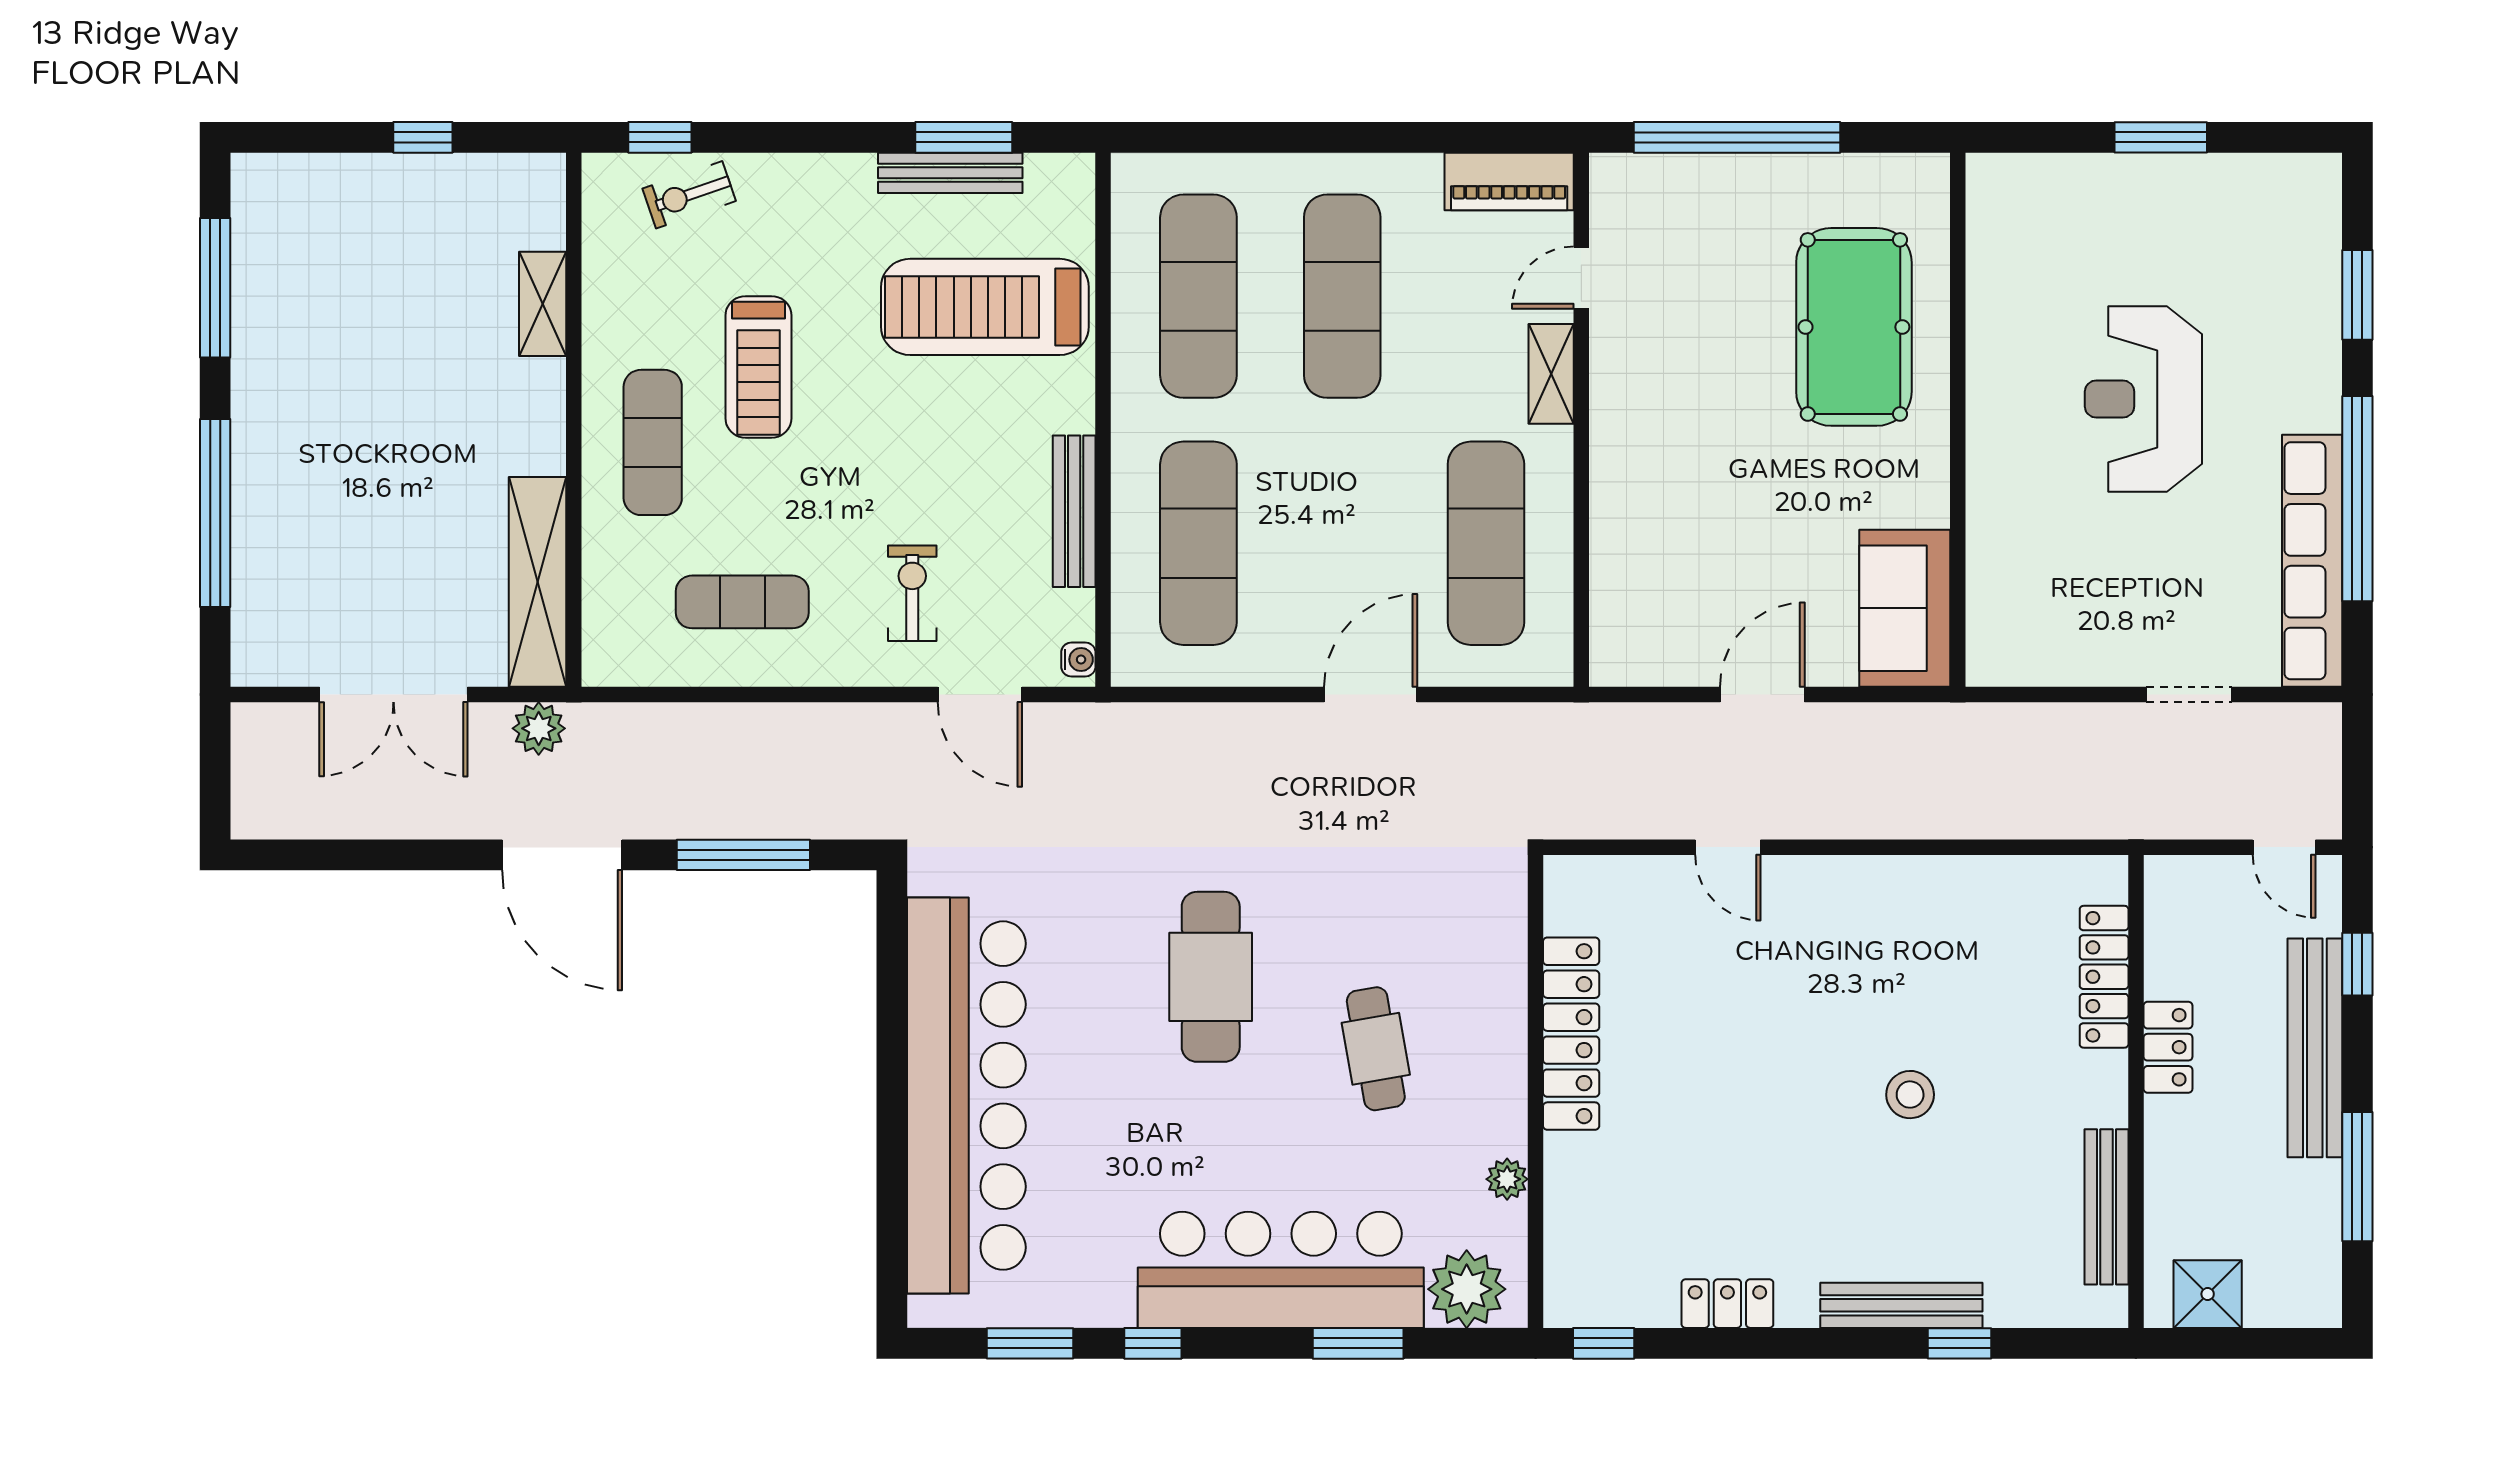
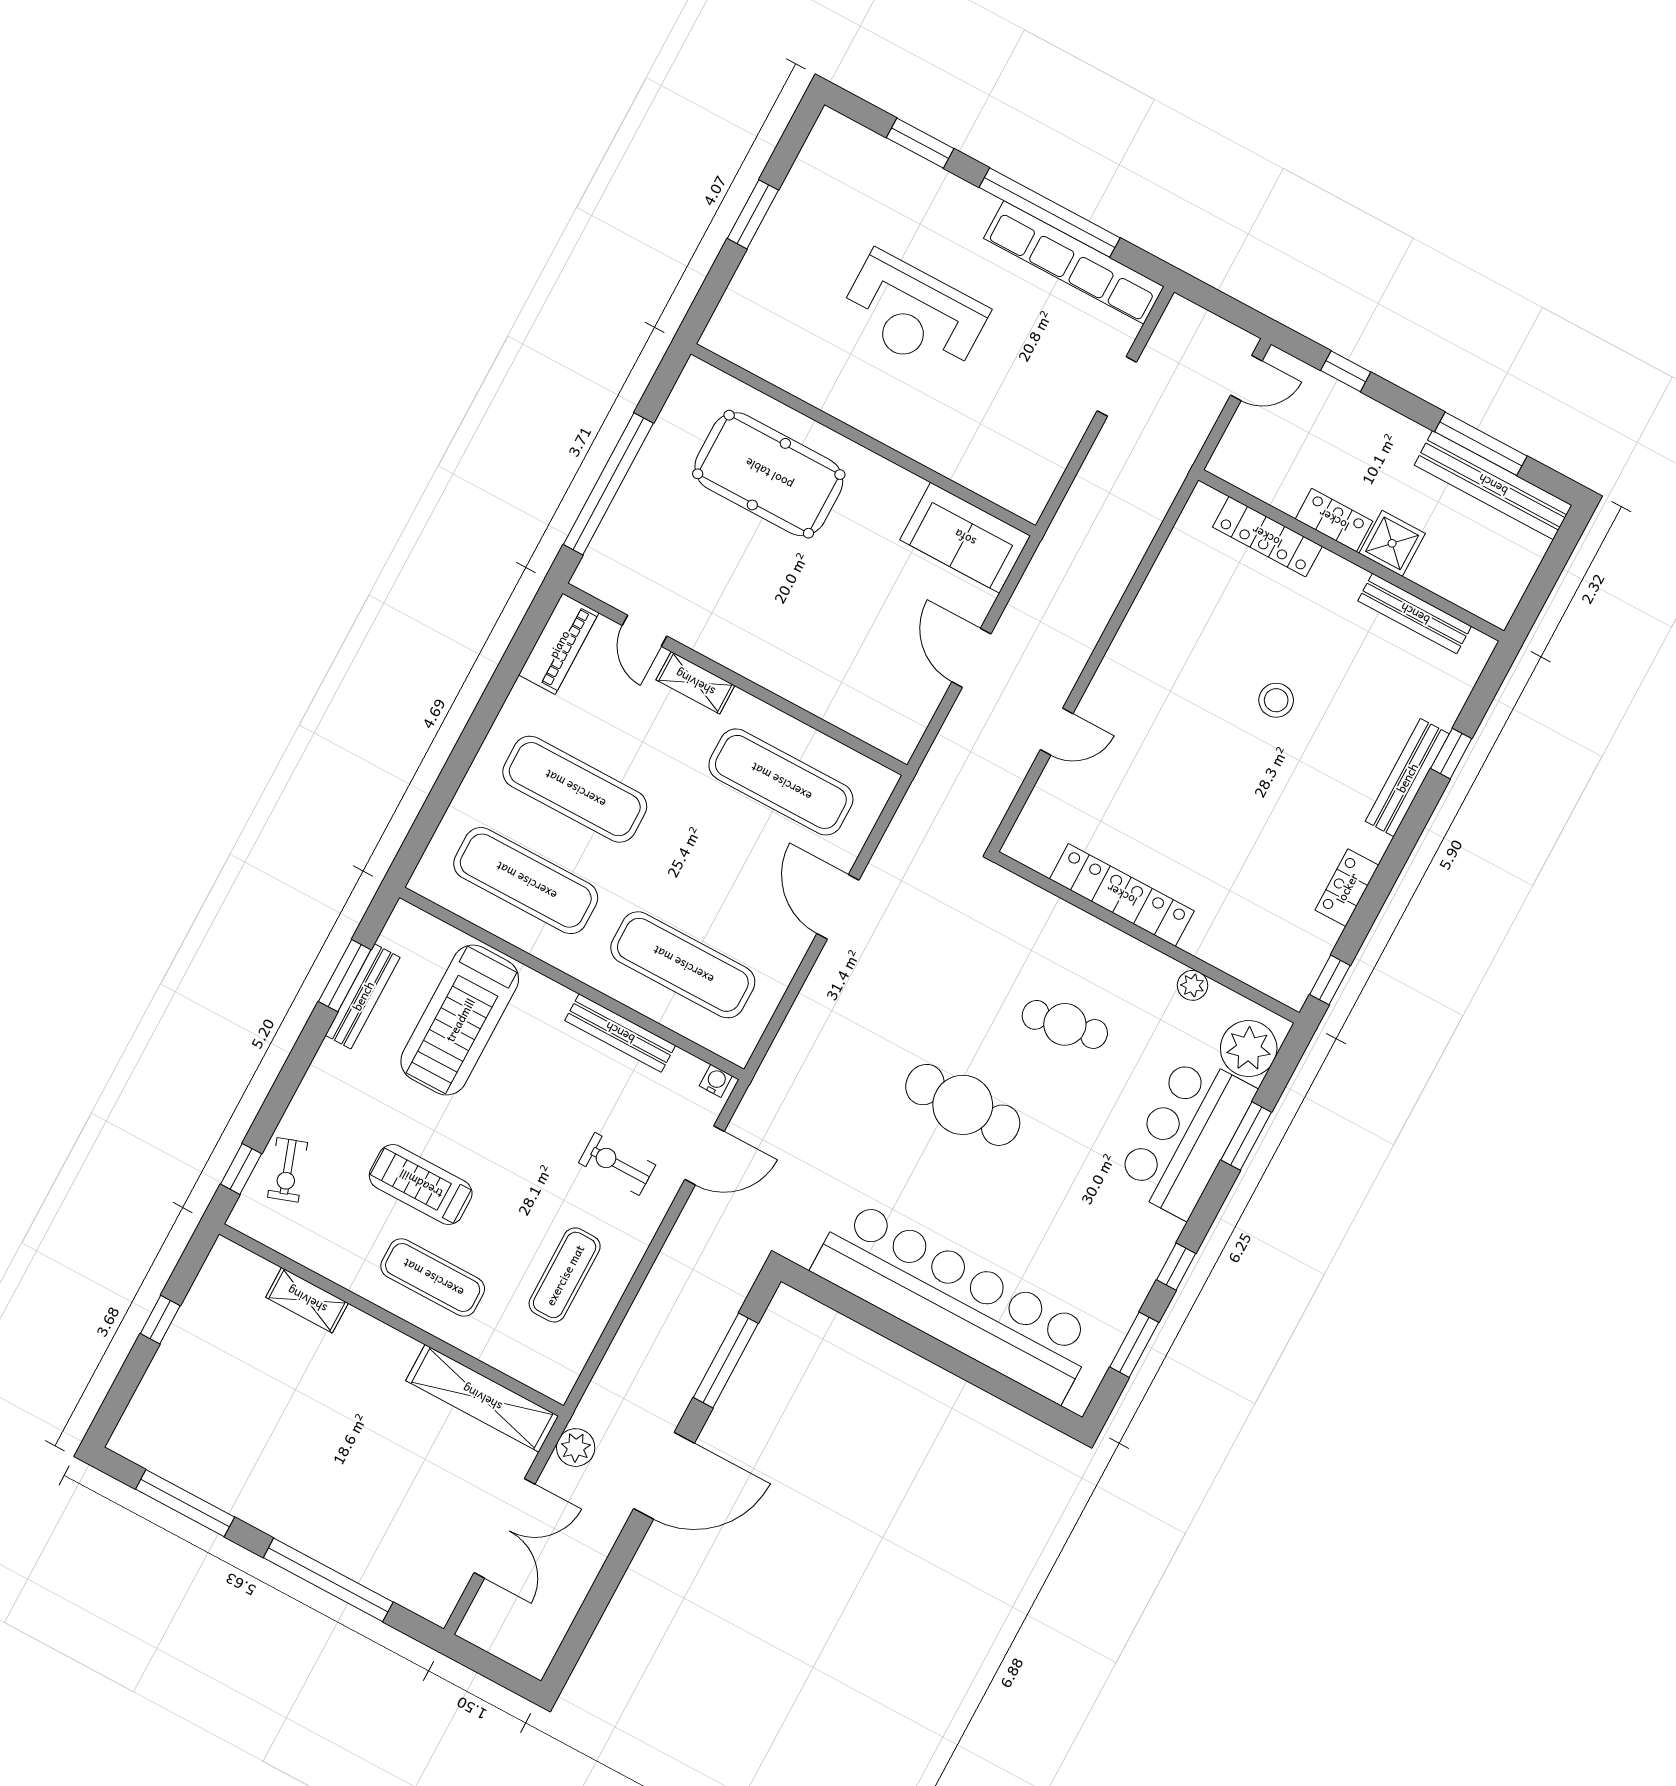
treadmill: (758, 367) -> (421, 1184), turned 180
bench: (2315, 1048) -> (1493, 485), moved
bar counter: (1281, 1270) -> (1186, 1136), width x0.73
shower: (2208, 1294) -> (1392, 543), moved

